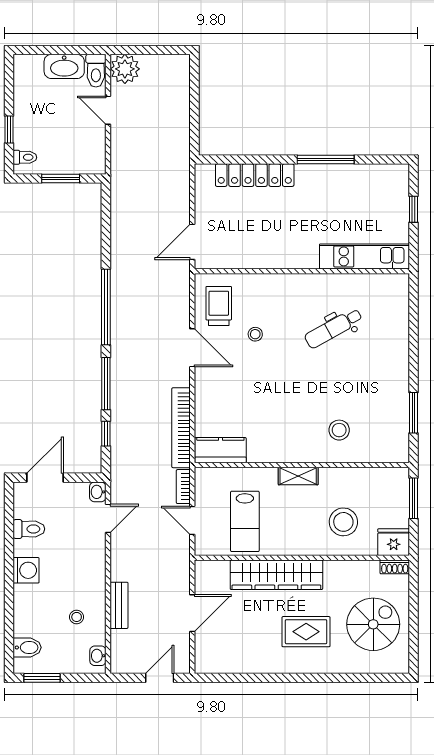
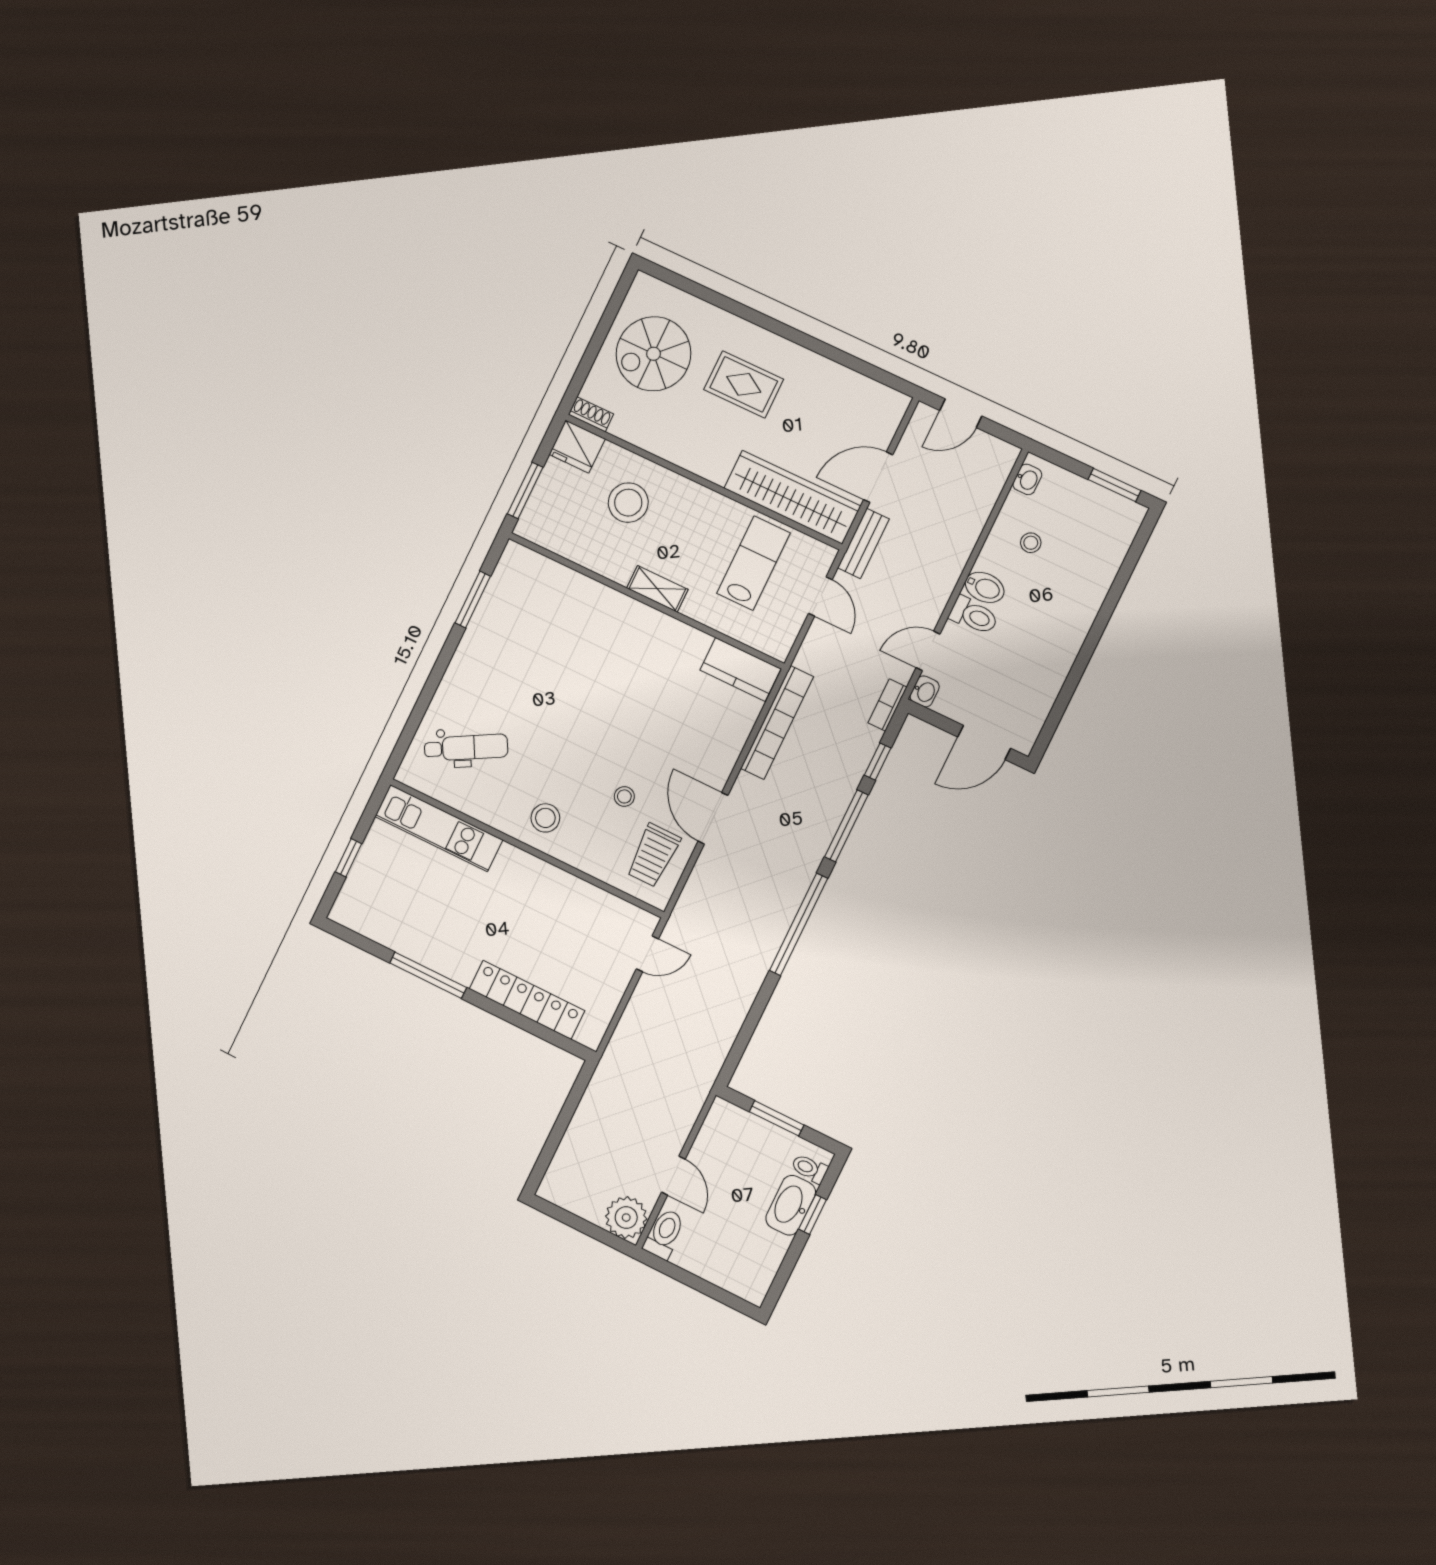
washbasin: (64, 66) -> (791, 1205), moved, turned -90
door: (192, 242) -> (647, 954), width x0.73
dental chair: (334, 328) -> (466, 748), moved
stool: (339, 430) -> (545, 818), moved
bookcase: (183, 487) -> (887, 705), moved, turned 180
toilet: (29, 529) -> (974, 616), moved, turned 180
washing machine: (26, 570) -> (1067, 634), removed
wardrobe: (276, 575) -> (792, 497), moved
bench: (119, 605) -> (863, 543), moved
bidet: (27, 647) -> (985, 587), moved, turned 180

